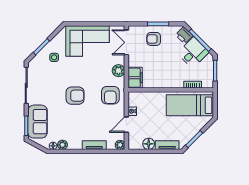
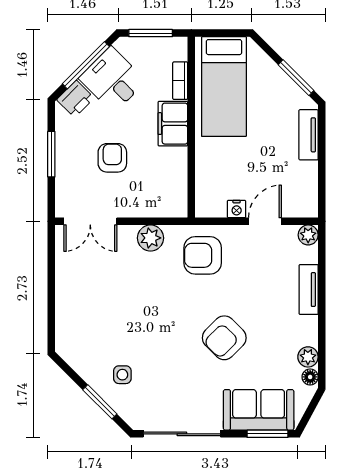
armchair: (154, 39) -> (112, 158), moved, turned 180
corner sofa: (88, 41) -> (88, 304), removed
filing cabinet: (135, 78) -> (173, 124), moved, turned -90
armchair: (110, 95) -> (203, 255), turned 180
armchair: (75, 96) -> (224, 338), moved, turned -135
door: (126, 125) -> (265, 221), swing flipped
floor lamp: (149, 144) -> (306, 174), removed

